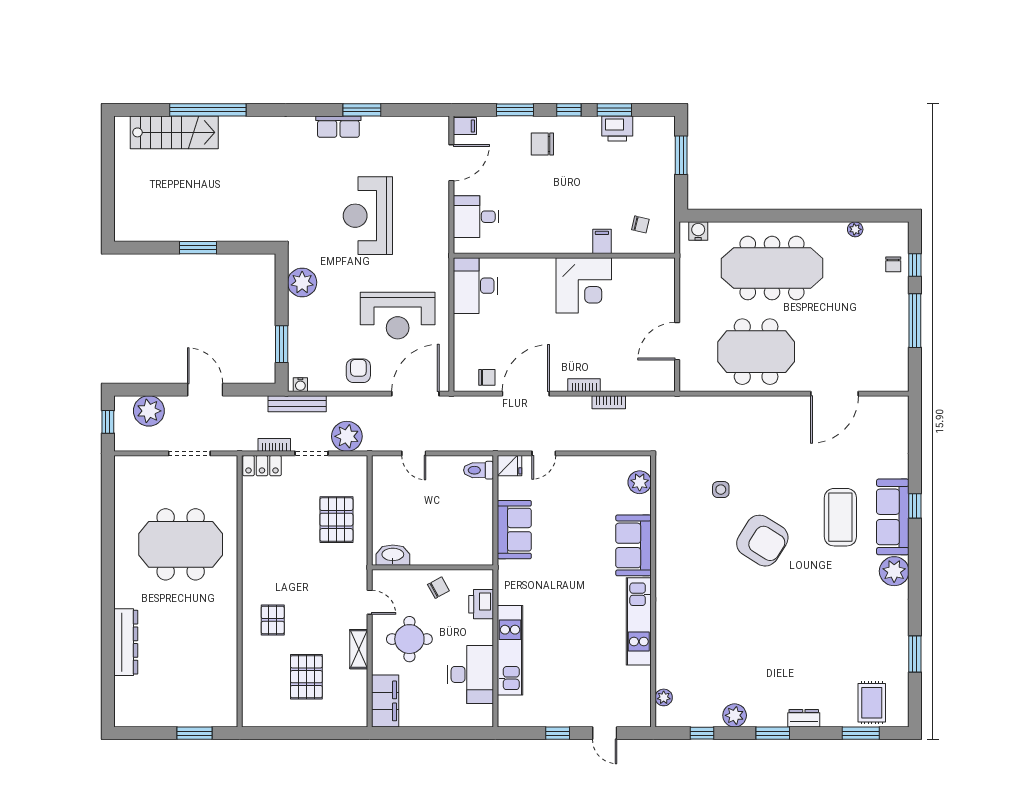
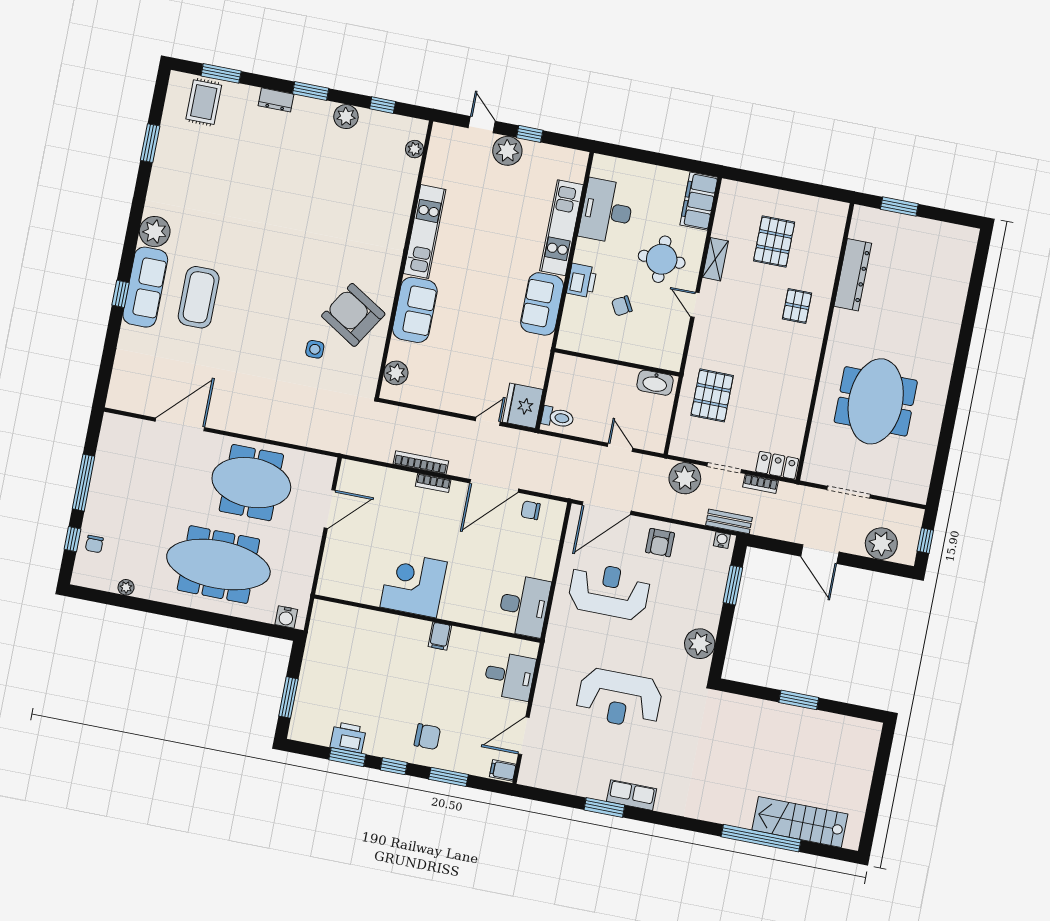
reception desk: (368, 216) -> (619, 699), turned 90
chair: (640, 224) -> (344, 635), removed
filing cabinet: (602, 241) -> (440, 636), moved
chair: (893, 264) -> (94, 544), turned 180
bookcase: (609, 402) -> (421, 463), width x1.56
bench: (297, 404) -> (729, 521), width x0.73
fridge: (510, 466) -> (523, 406), width x1.88, depth x1.34
sofa: (514, 530) -> (542, 304), moved
armchair: (762, 541) -> (353, 315), moved
meeting table: (181, 544) -> (876, 401), turned 90
washbasin: (393, 555) -> (655, 383), moved
wall: (432, 567) -> (617, 362), moved
dresser: (126, 642) -> (853, 275), moved, turned 180
plant: (575, 713) -> (507, 151), added

